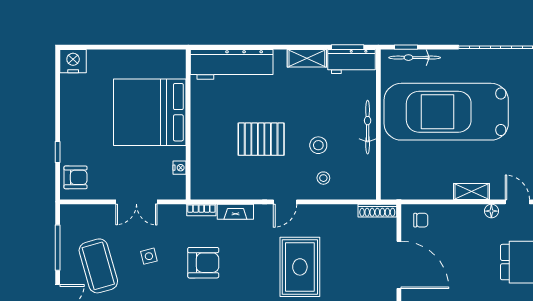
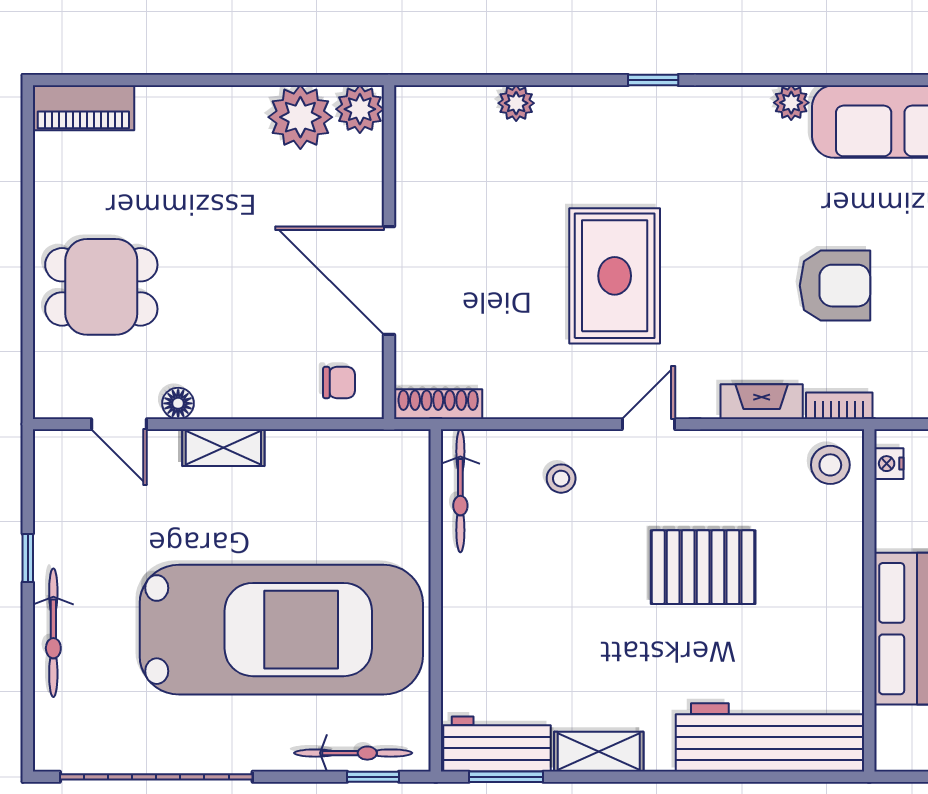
bicycle: (368, 127) -> (460, 491), moved
stool: (318, 145) -> (830, 465), moved
nightstand: (180, 168) -> (889, 464), moved
chair: (421, 220) -> (339, 383), turned 180
armchair: (203, 263) -> (835, 286), turned 180

